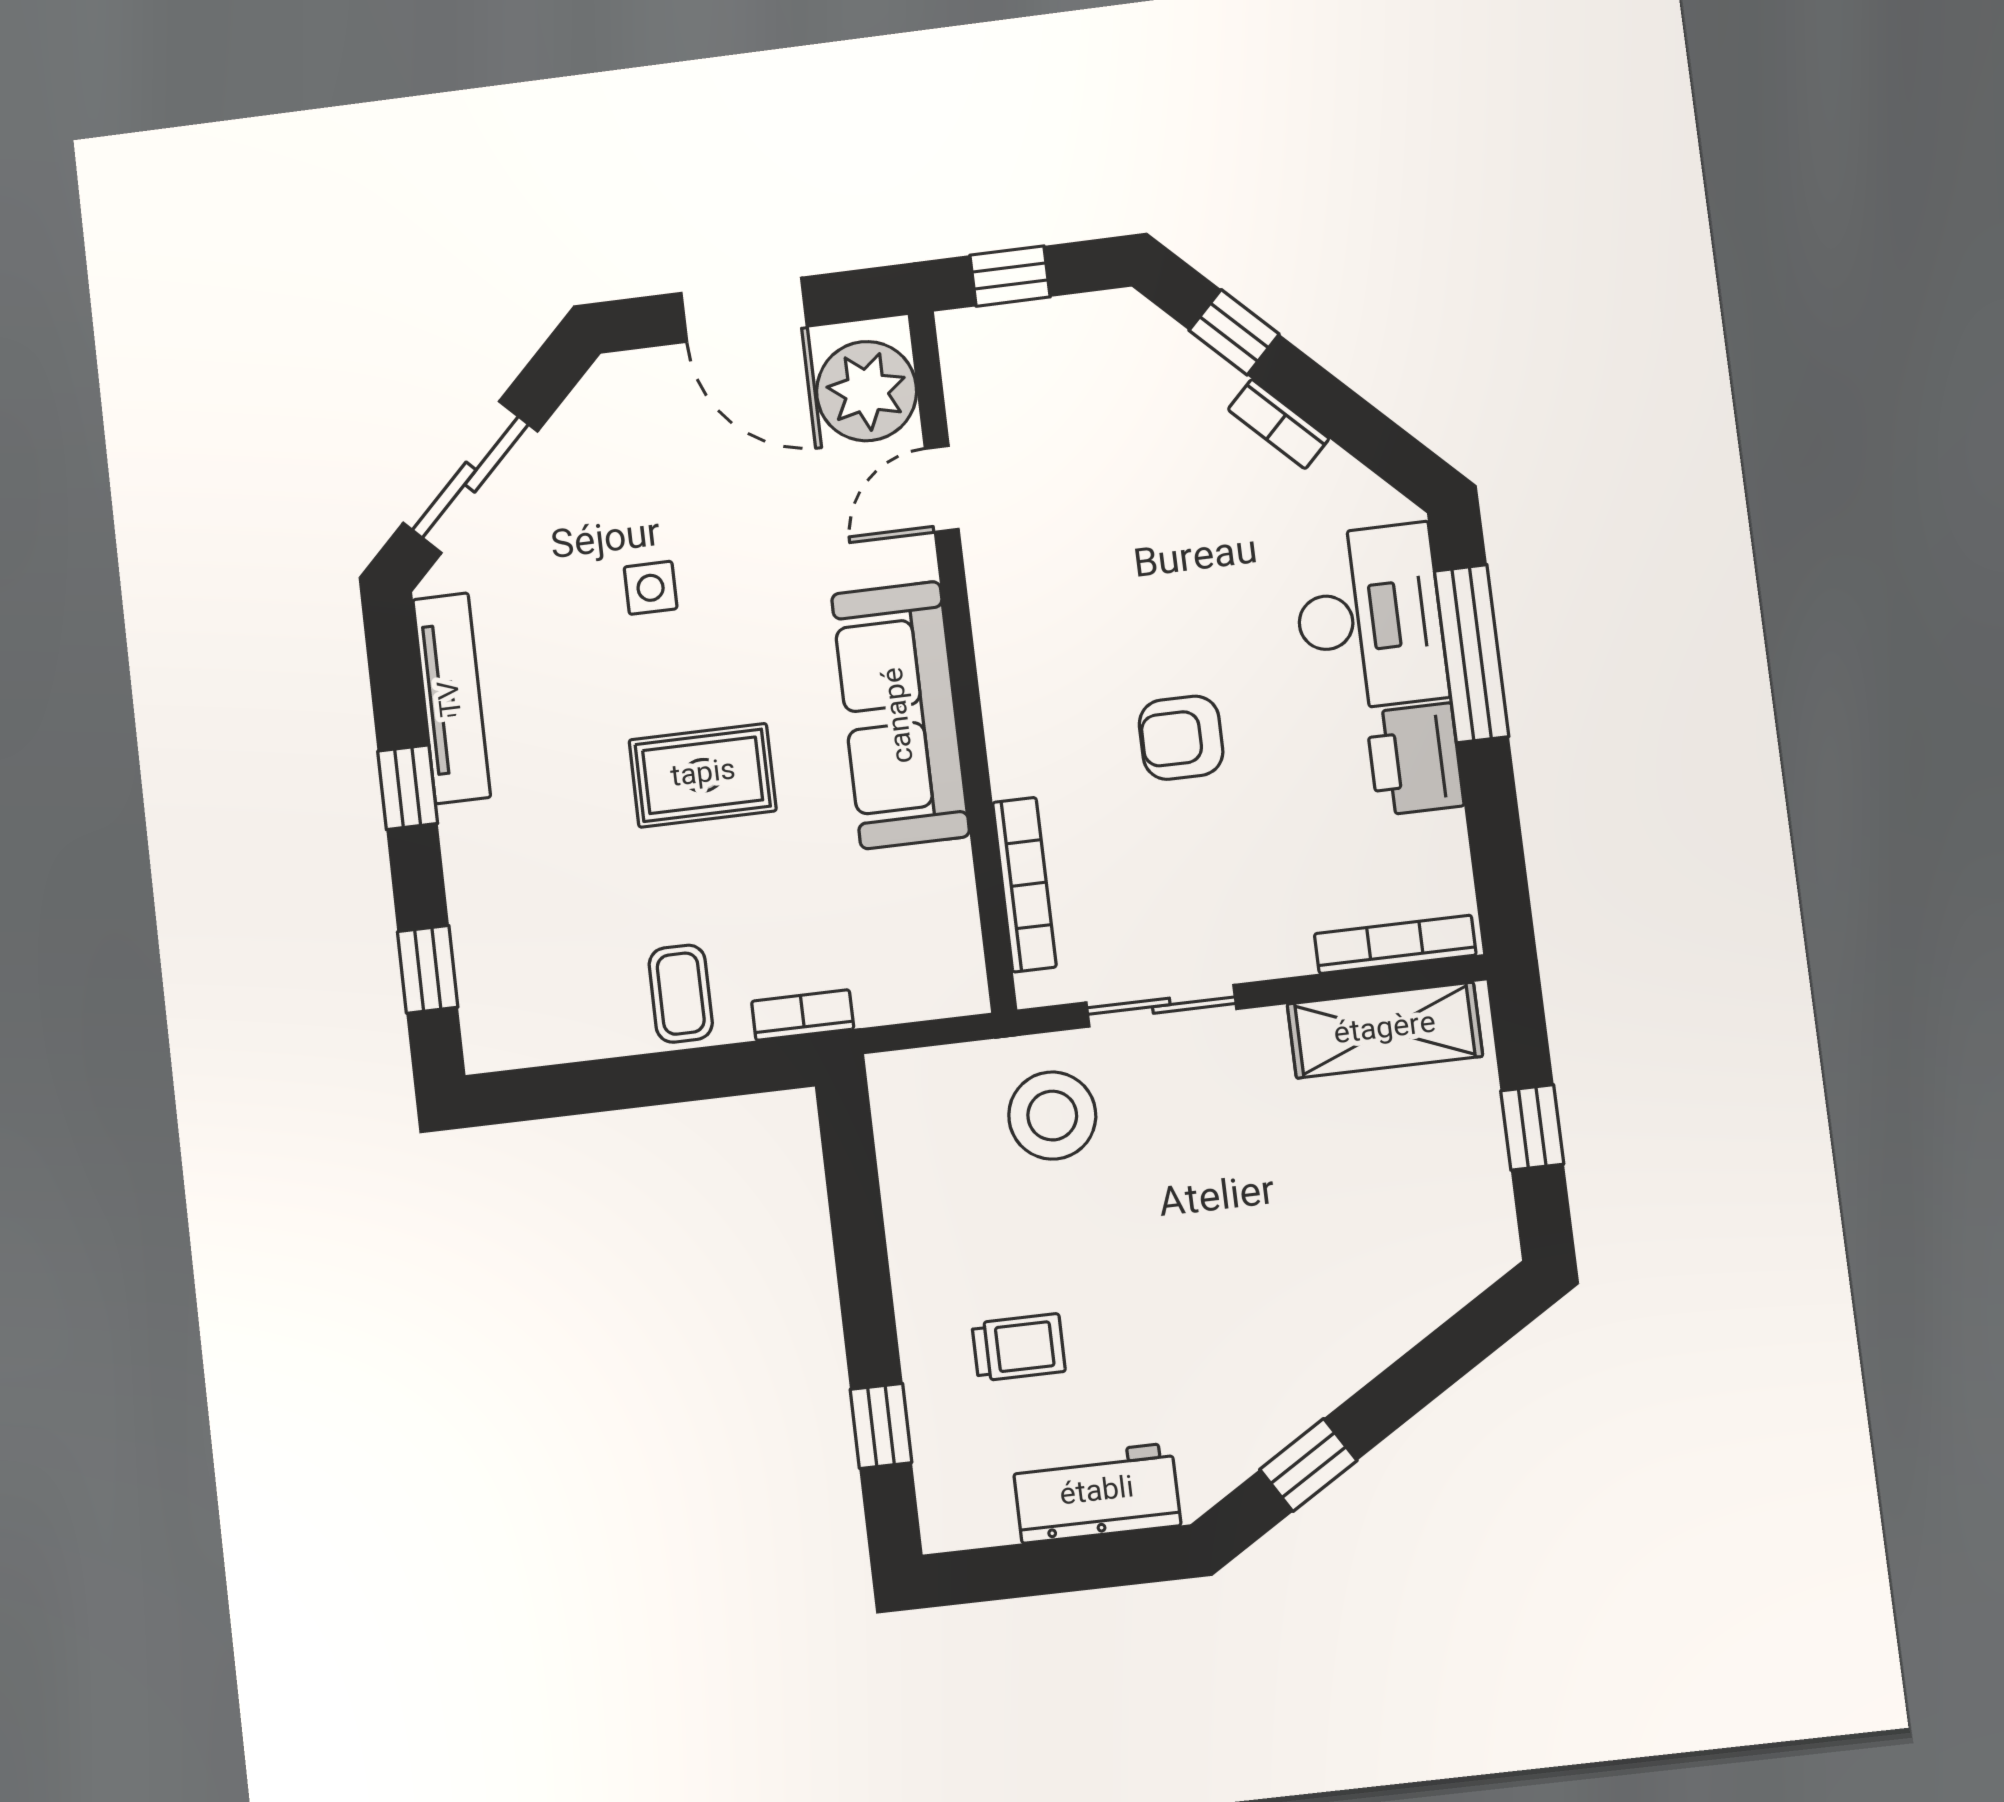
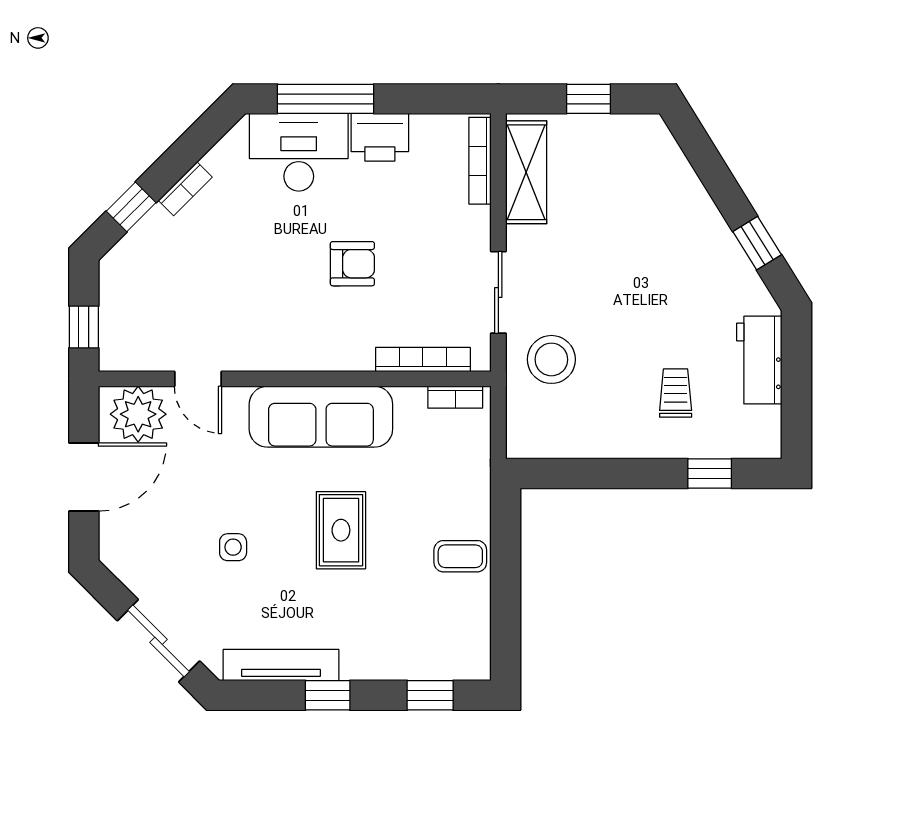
armchair: (1181, 738) -> (352, 264), turned -90
bookcase: (803, 1015) -> (455, 397), moved, turned -90

